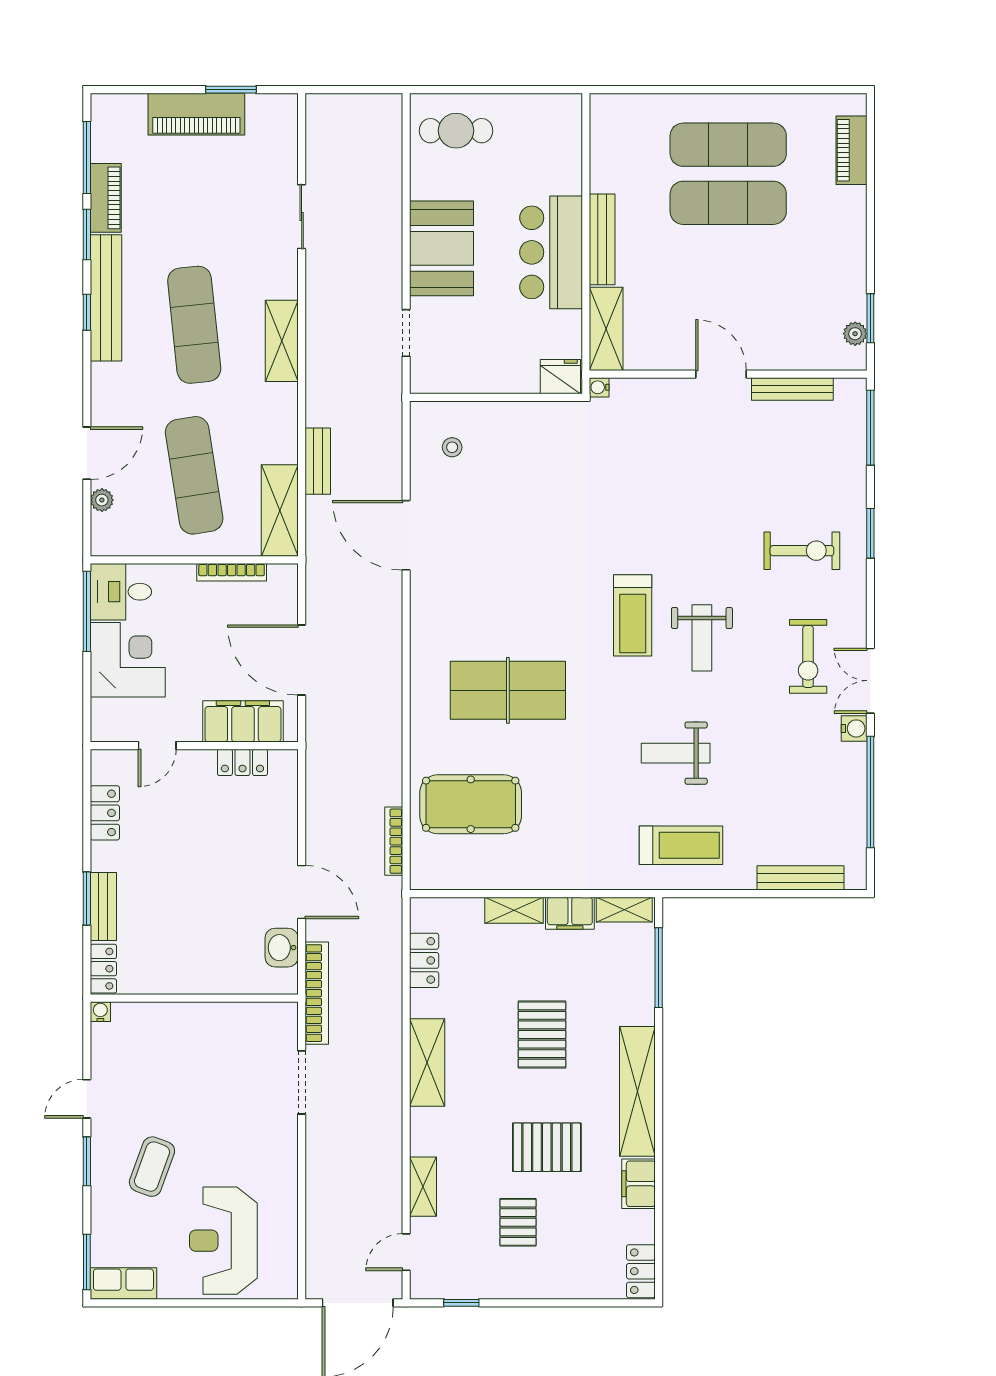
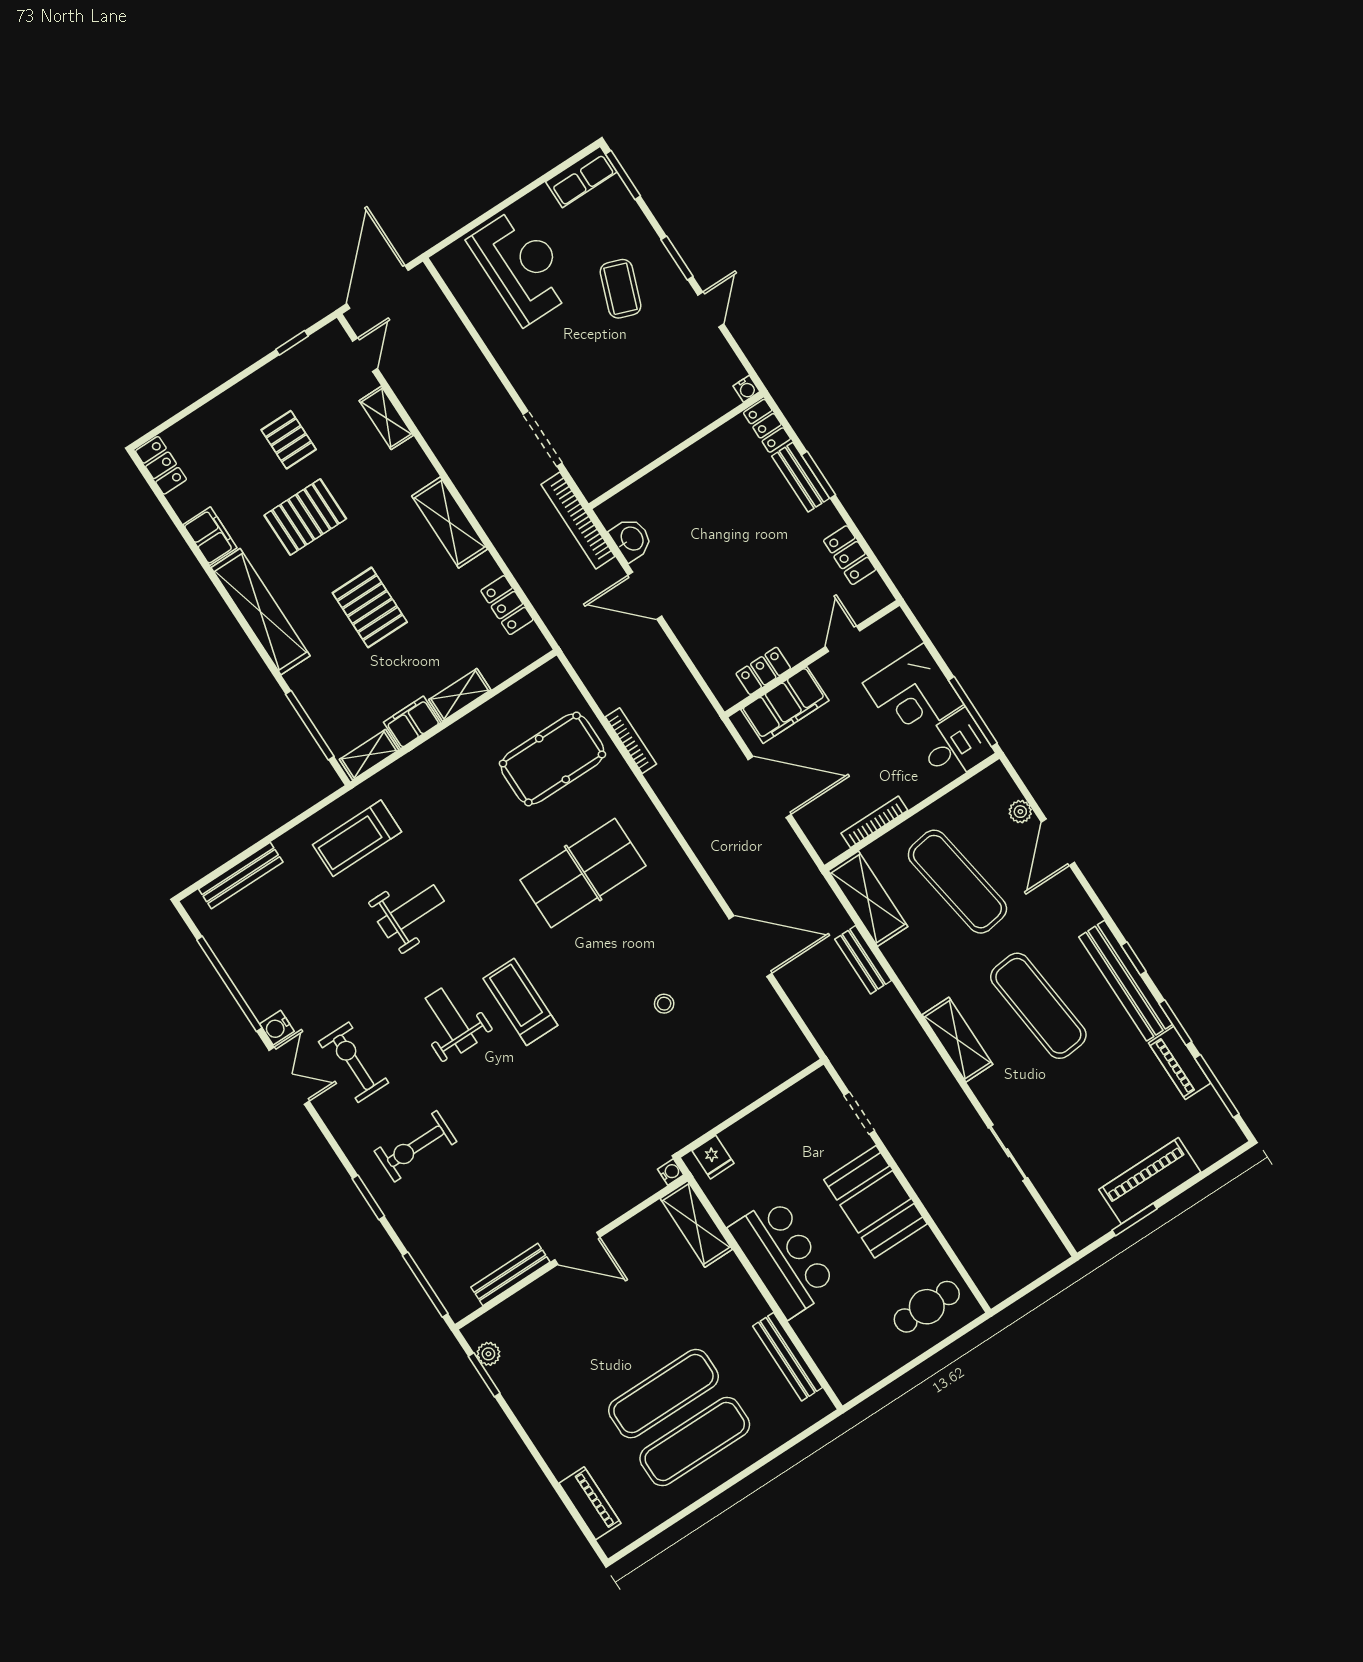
bench: (602, 239) -> (788, 1357), moved
fridge: (560, 377) -> (713, 1157), width x0.72
stool: (452, 447) -> (664, 1004), moved
bookcase: (394, 841) -> (631, 741), moved

